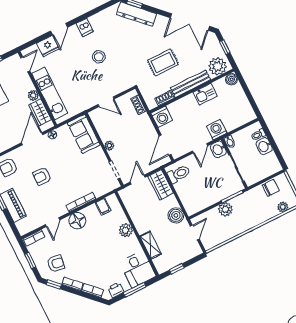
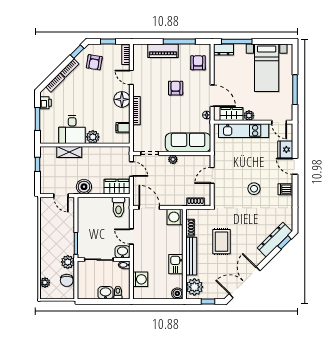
washing machine: (217, 130) -> (140, 279), moved
sofa: (84, 134) -> (188, 142), width x1.36
plant: (225, 209) -> (68, 262), moved
desk: (138, 269) -> (72, 129), moved, turned -90

